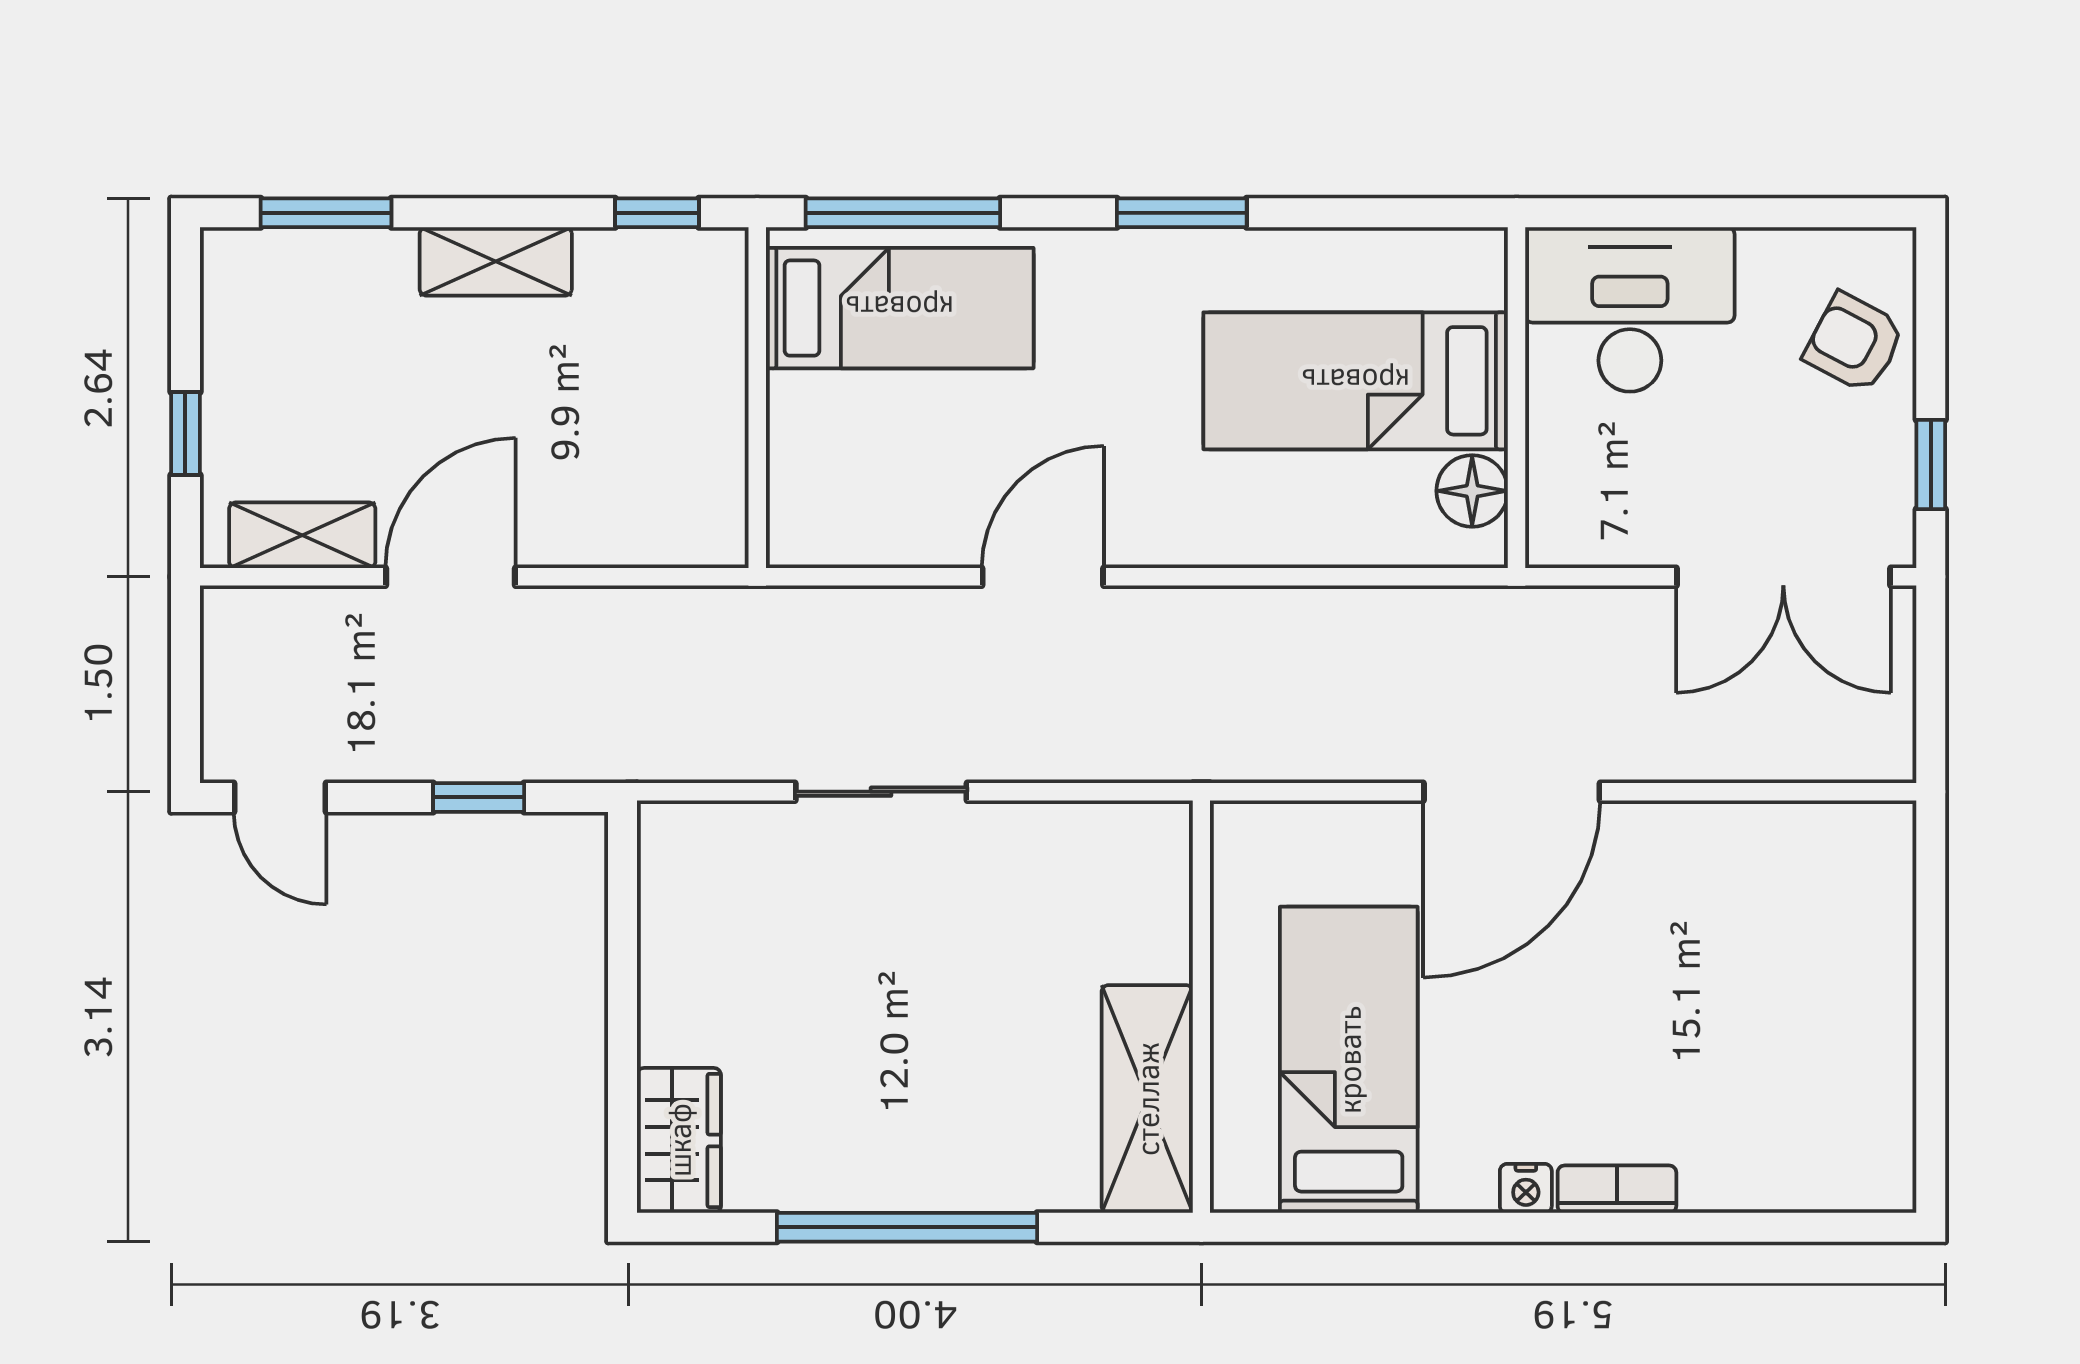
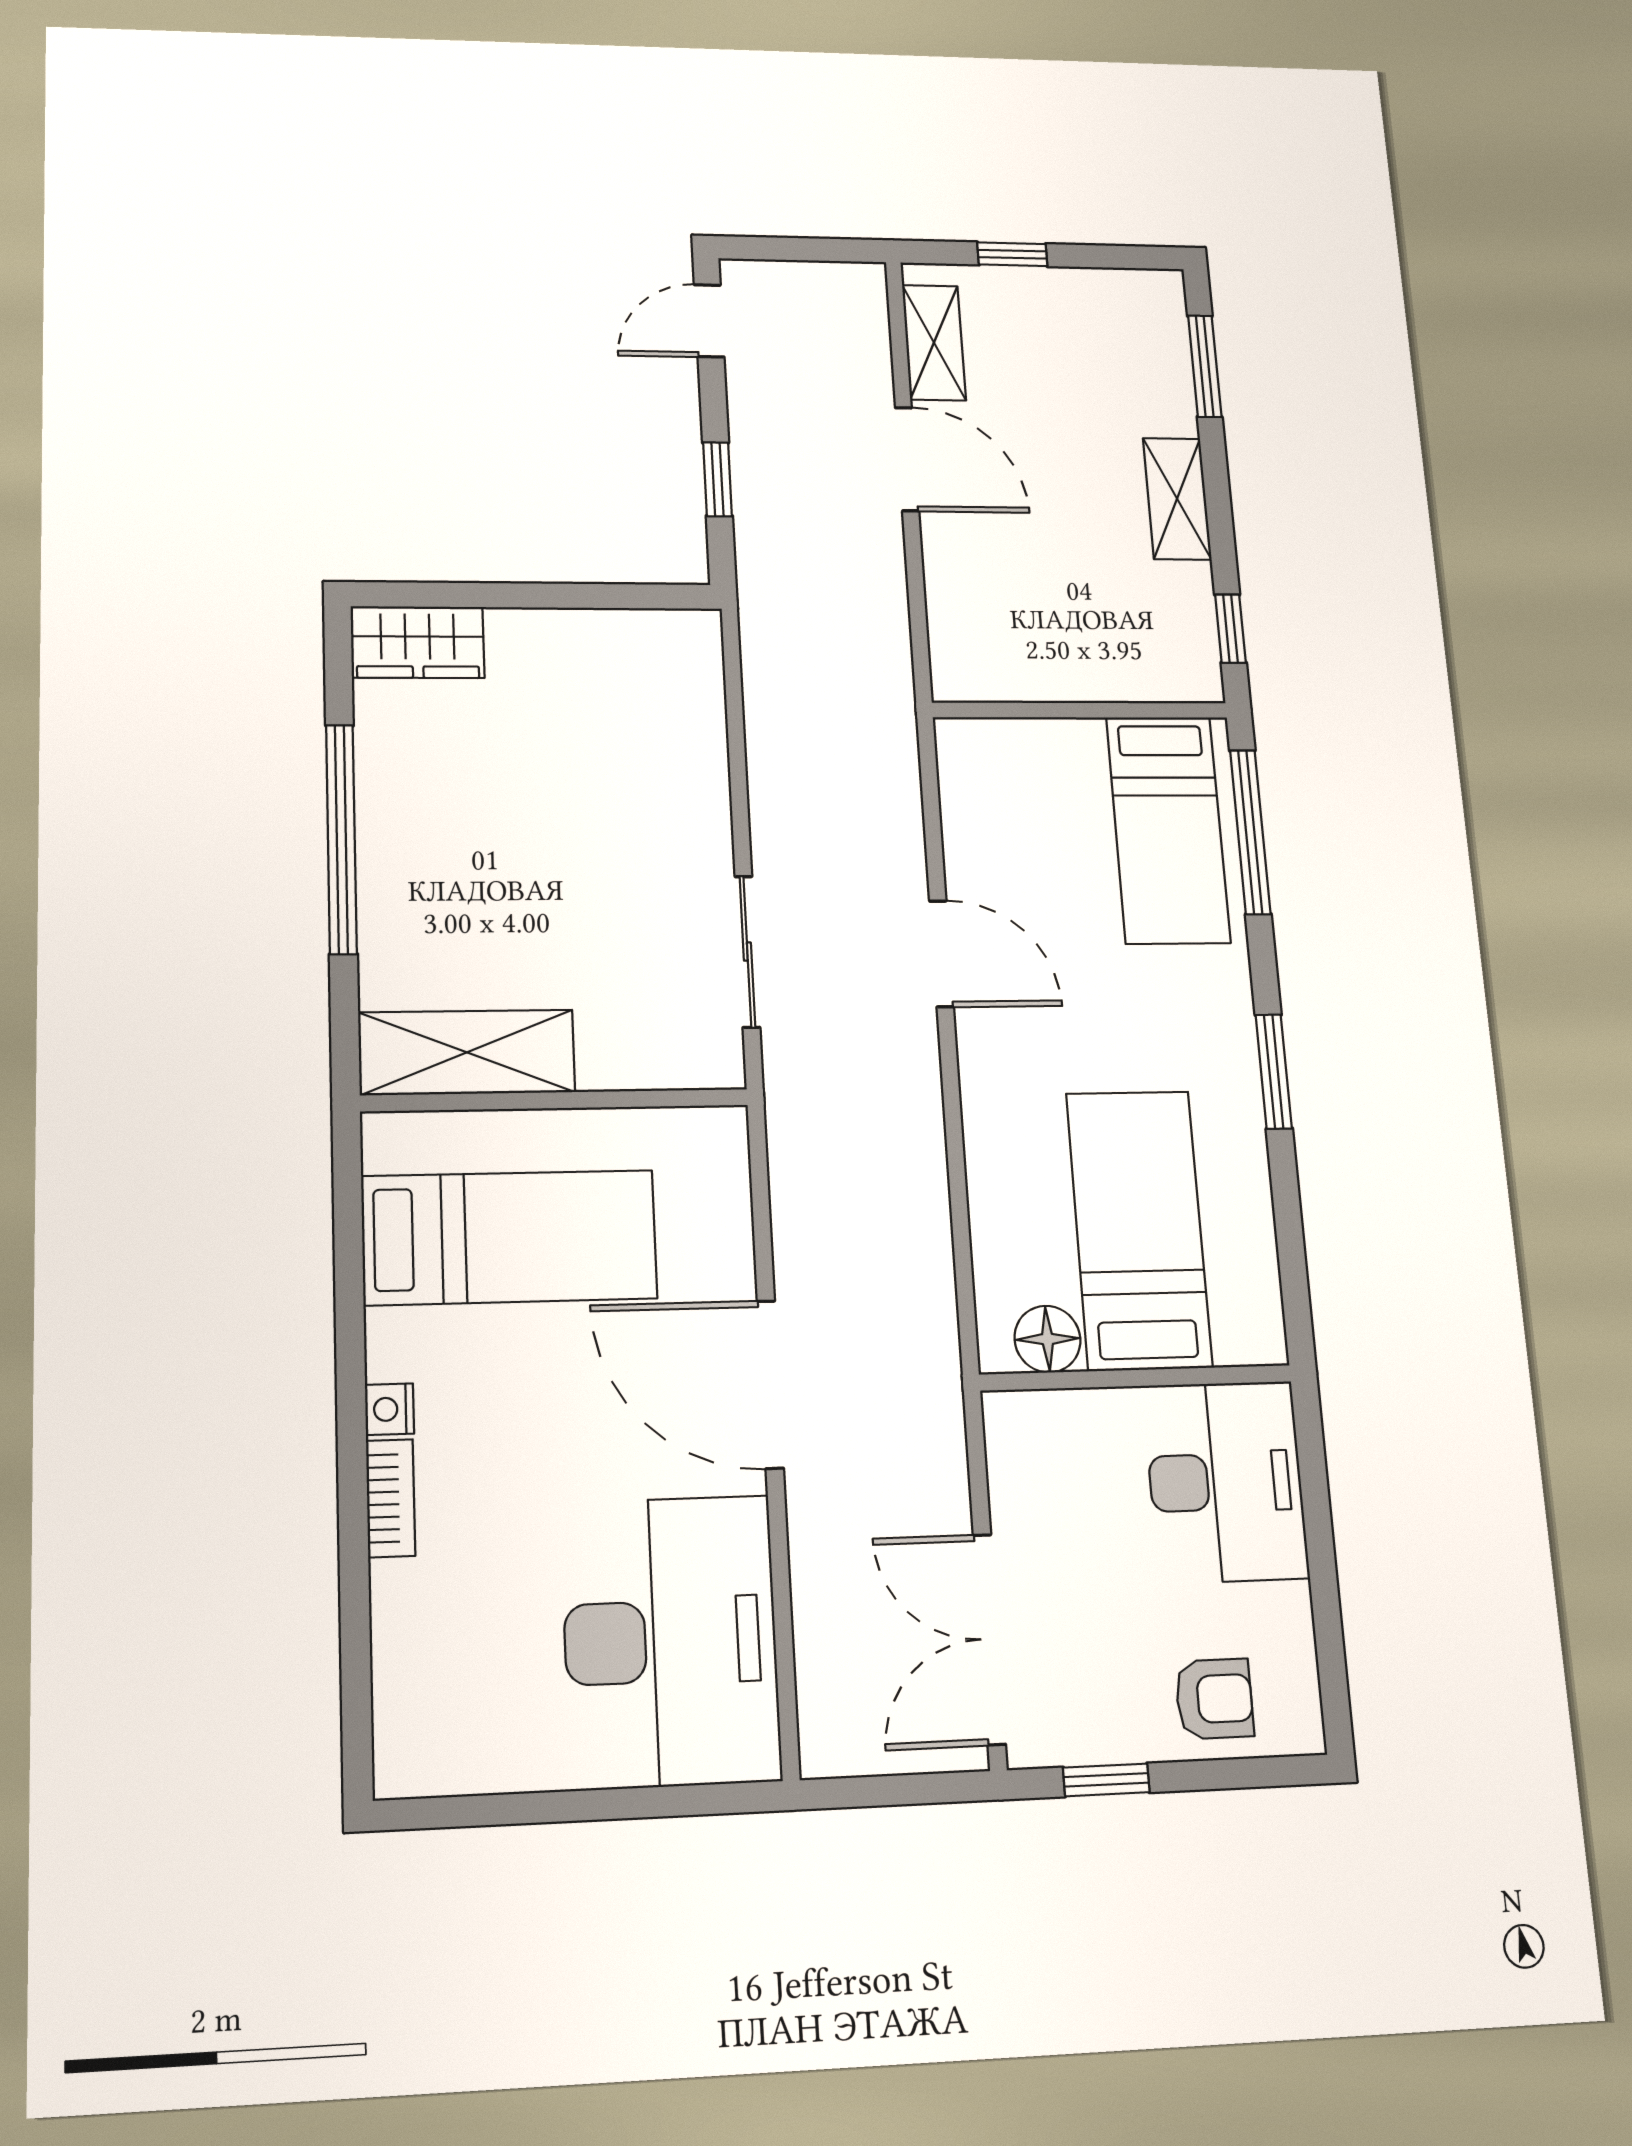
armchair: (1854, 343) -> (1214, 1699), turned 62
sliding door: (881, 792) -> (747, 952), moved
desk: (1772, 908) -> (671, 1641), added

